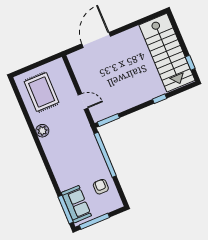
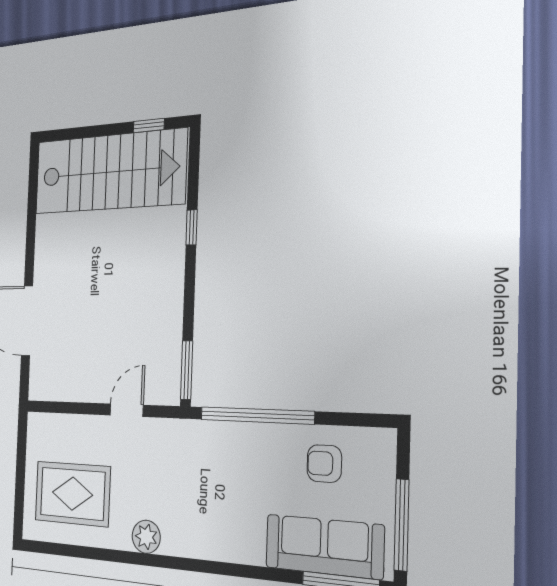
sofa: (76, 204) -> (324, 546), width x1.36

